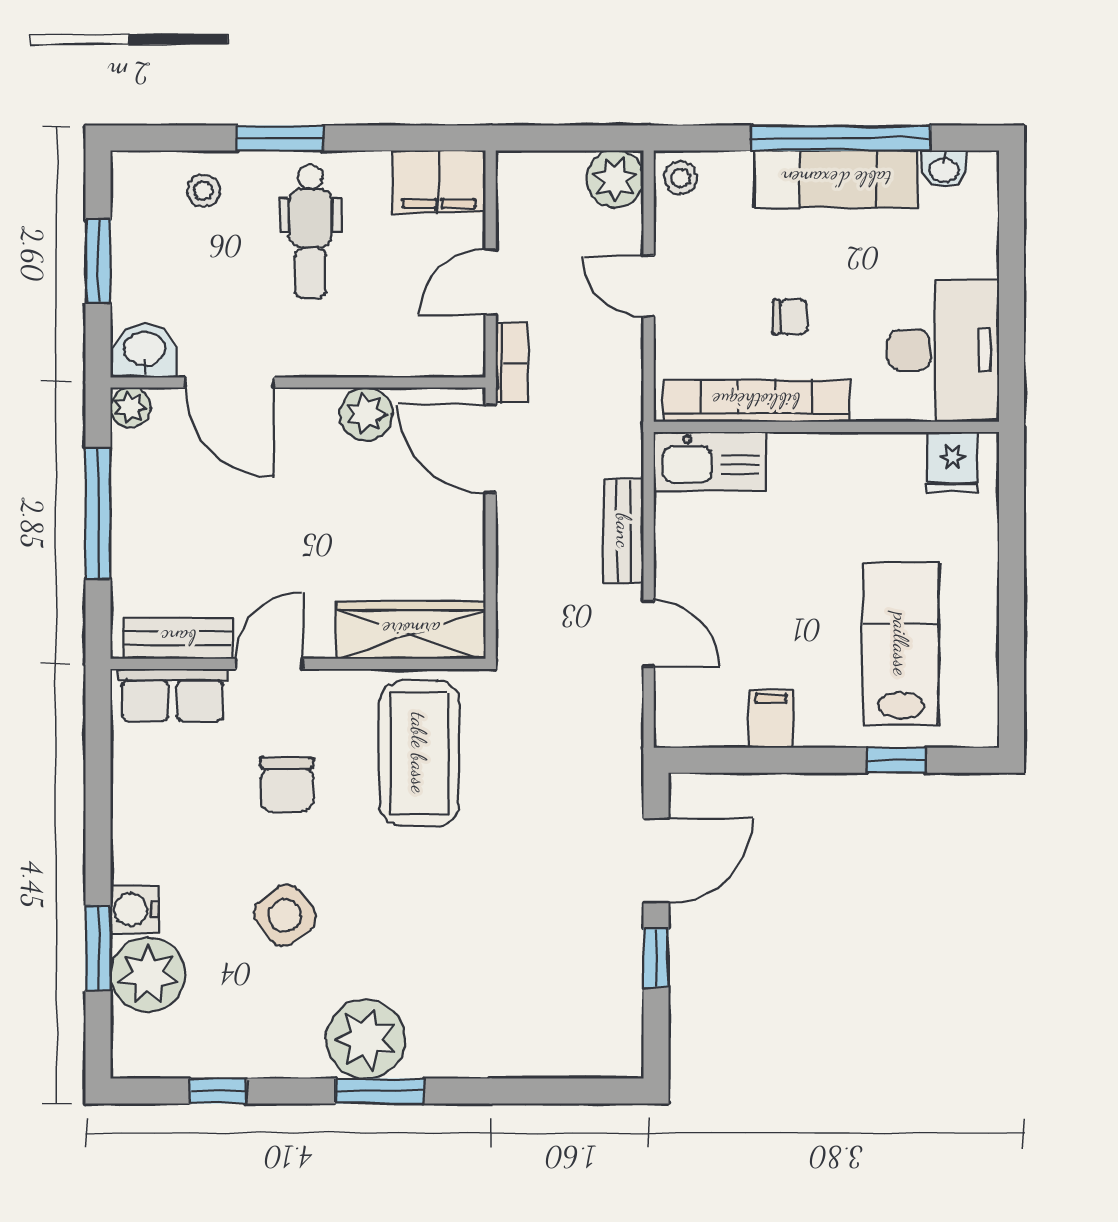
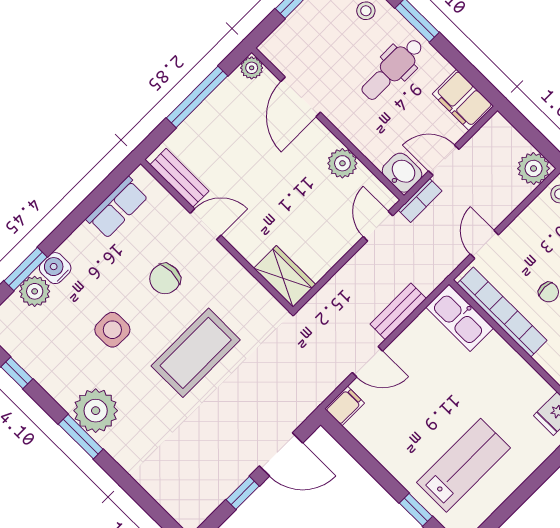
door: (649, 286) -> (484, 244), moved
washbasin: (145, 350) -> (402, 173), moved
door: (491, 449) -> (378, 226), width x0.73
wardrobe: (411, 630) -> (285, 276), width x0.67
door: (649, 634) -> (367, 362), hinge flipped
row of seats: (173, 695) -> (117, 208), moved, turned -90
filing cabinet: (771, 719) -> (345, 406), moved
coffee table: (419, 753) -> (196, 353), moved
side table: (285, 915) -> (112, 330), turned 38
plant: (148, 975) -> (35, 291), width x0.73, depth x0.73

